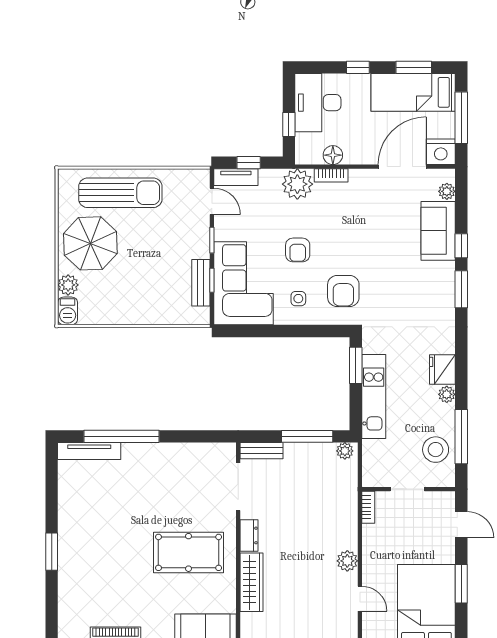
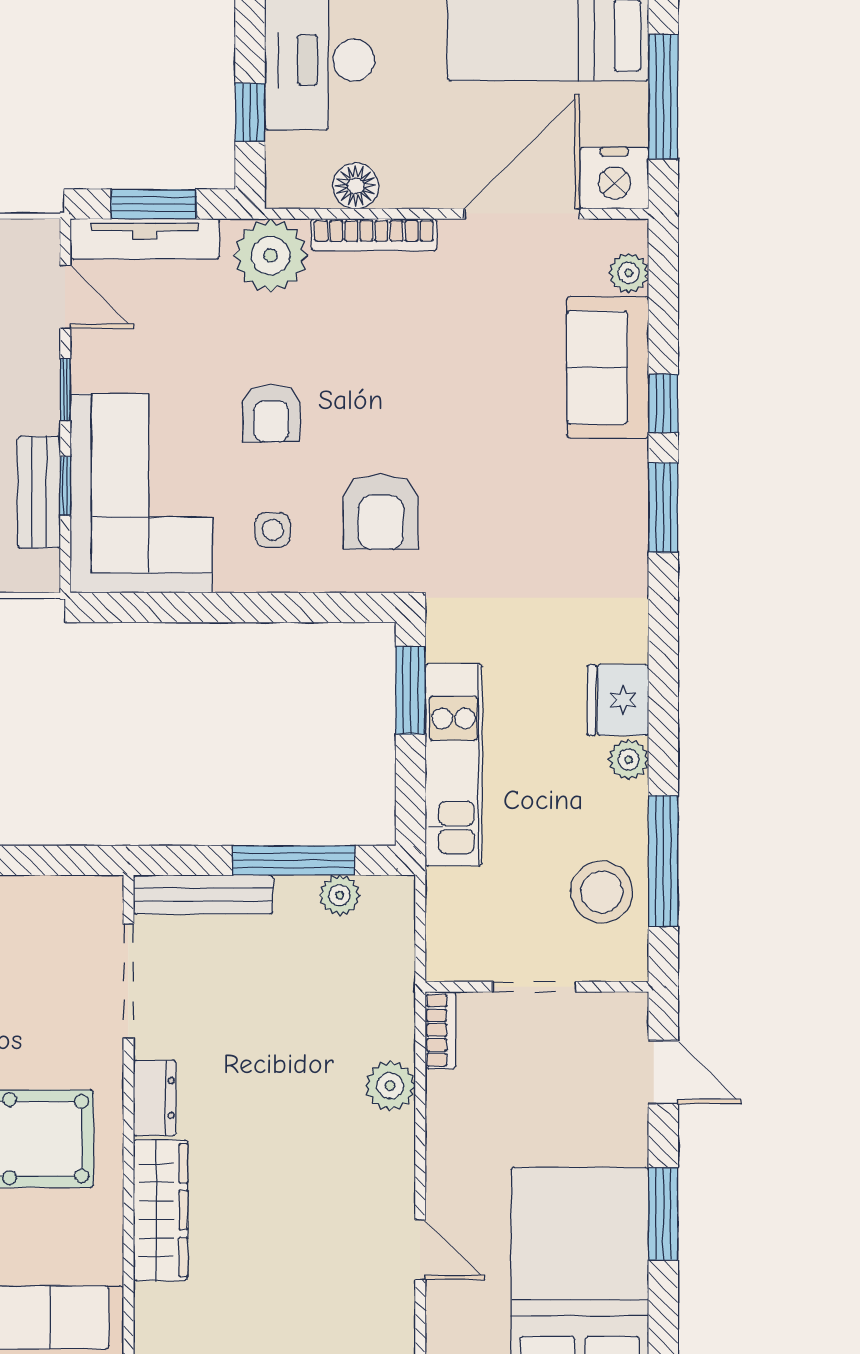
window: (249, 163) -> (154, 204), width x1.50
bookcase: (331, 175) -> (374, 235), width x1.56
tv unit: (236, 177) -> (145, 239), width x1.41
bench: (262, 451) -> (203, 895), width x1.36
plant: (345, 451) -> (340, 895), moved
plant: (347, 561) -> (390, 1086), moved

